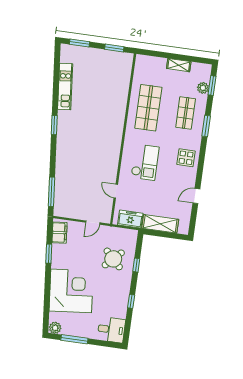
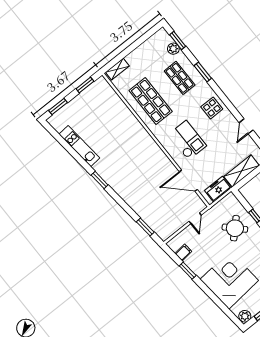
shelving: (179, 65) -> (117, 69), moved
door: (116, 191) -> (188, 181), width x1.88
window: (51, 192) -> (145, 227), width x0.69
filing cabinet: (59, 233) -> (183, 253), width x0.50

